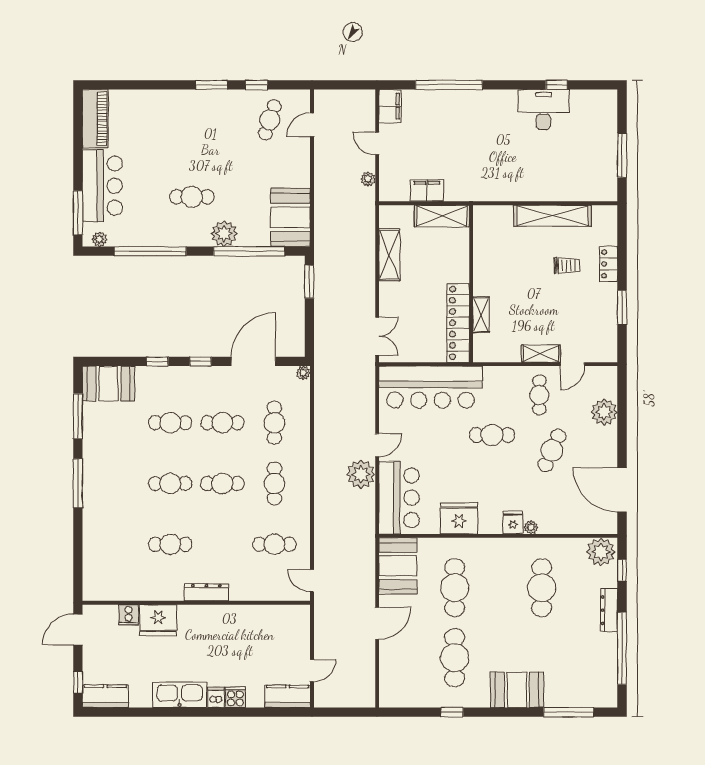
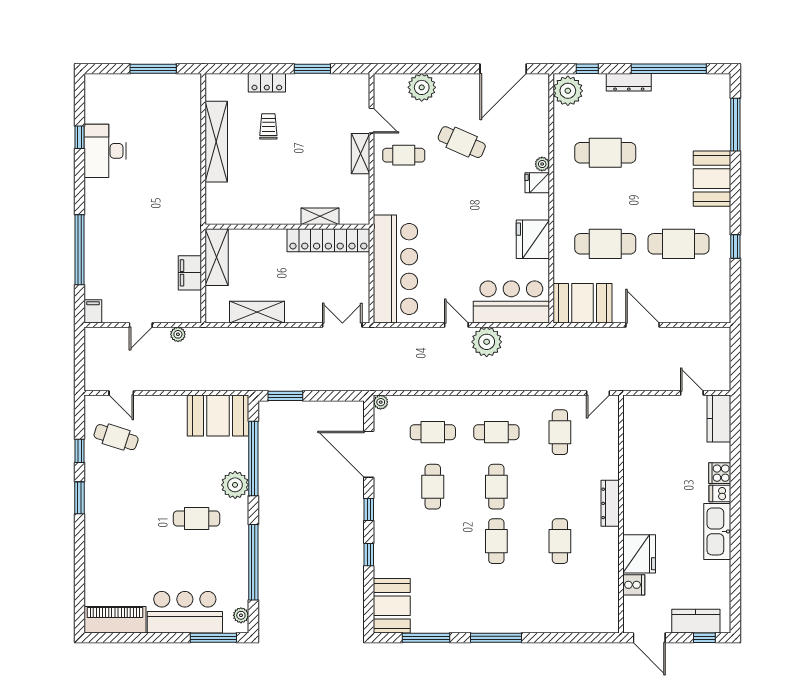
filing cabinet: (390, 106) -> (93, 311), width x0.50
cafe table: (192, 197) -> (197, 519), turned 90
cafe table: (170, 423) -> (433, 541), removed
cafe table: (492, 435) -> (446, 205), removed
kitchen counter: (105, 696) -> (696, 621), moved, turned 90

